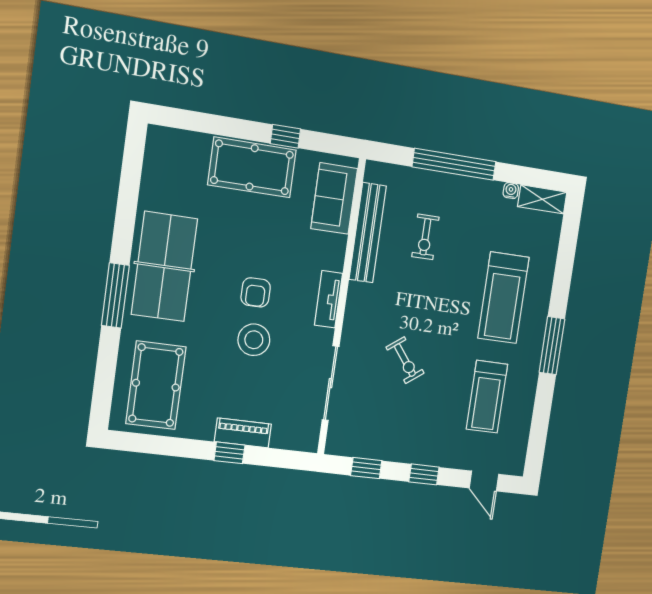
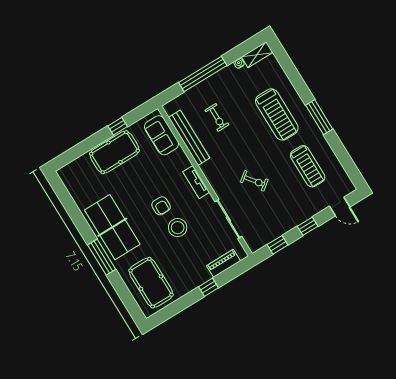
piano: (243, 433) -> (223, 263), moved

